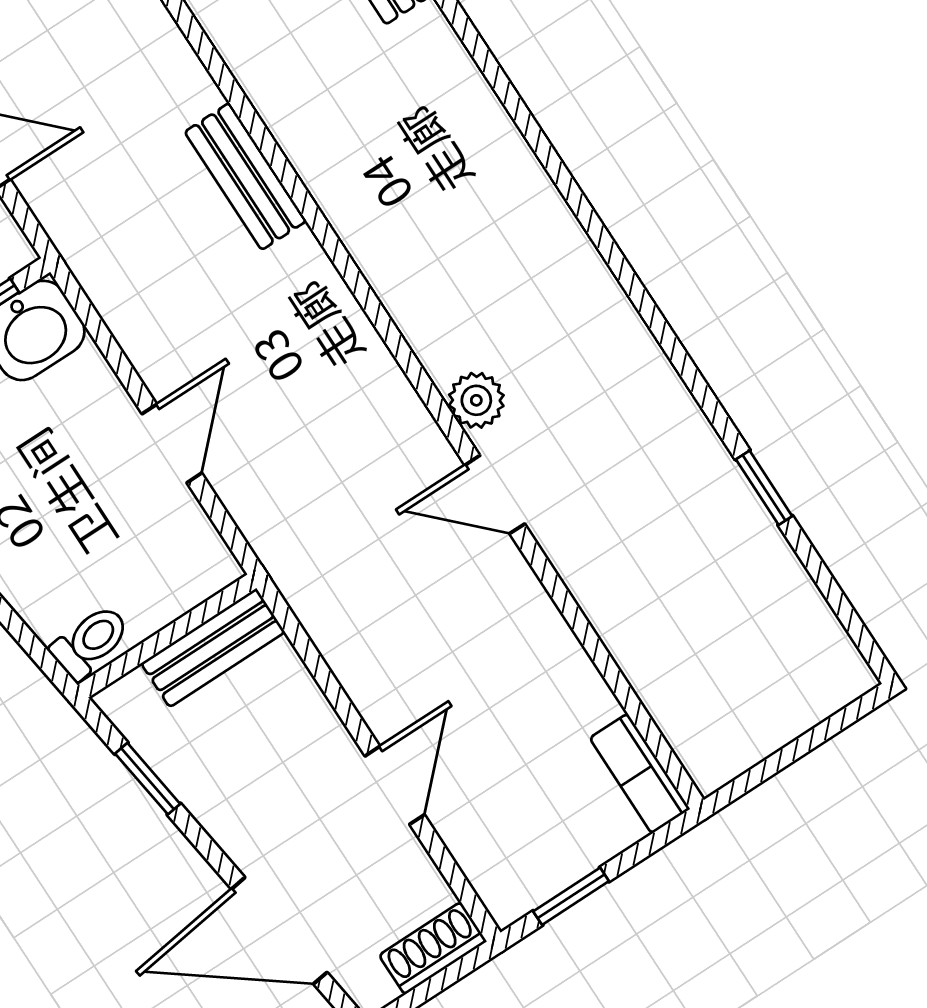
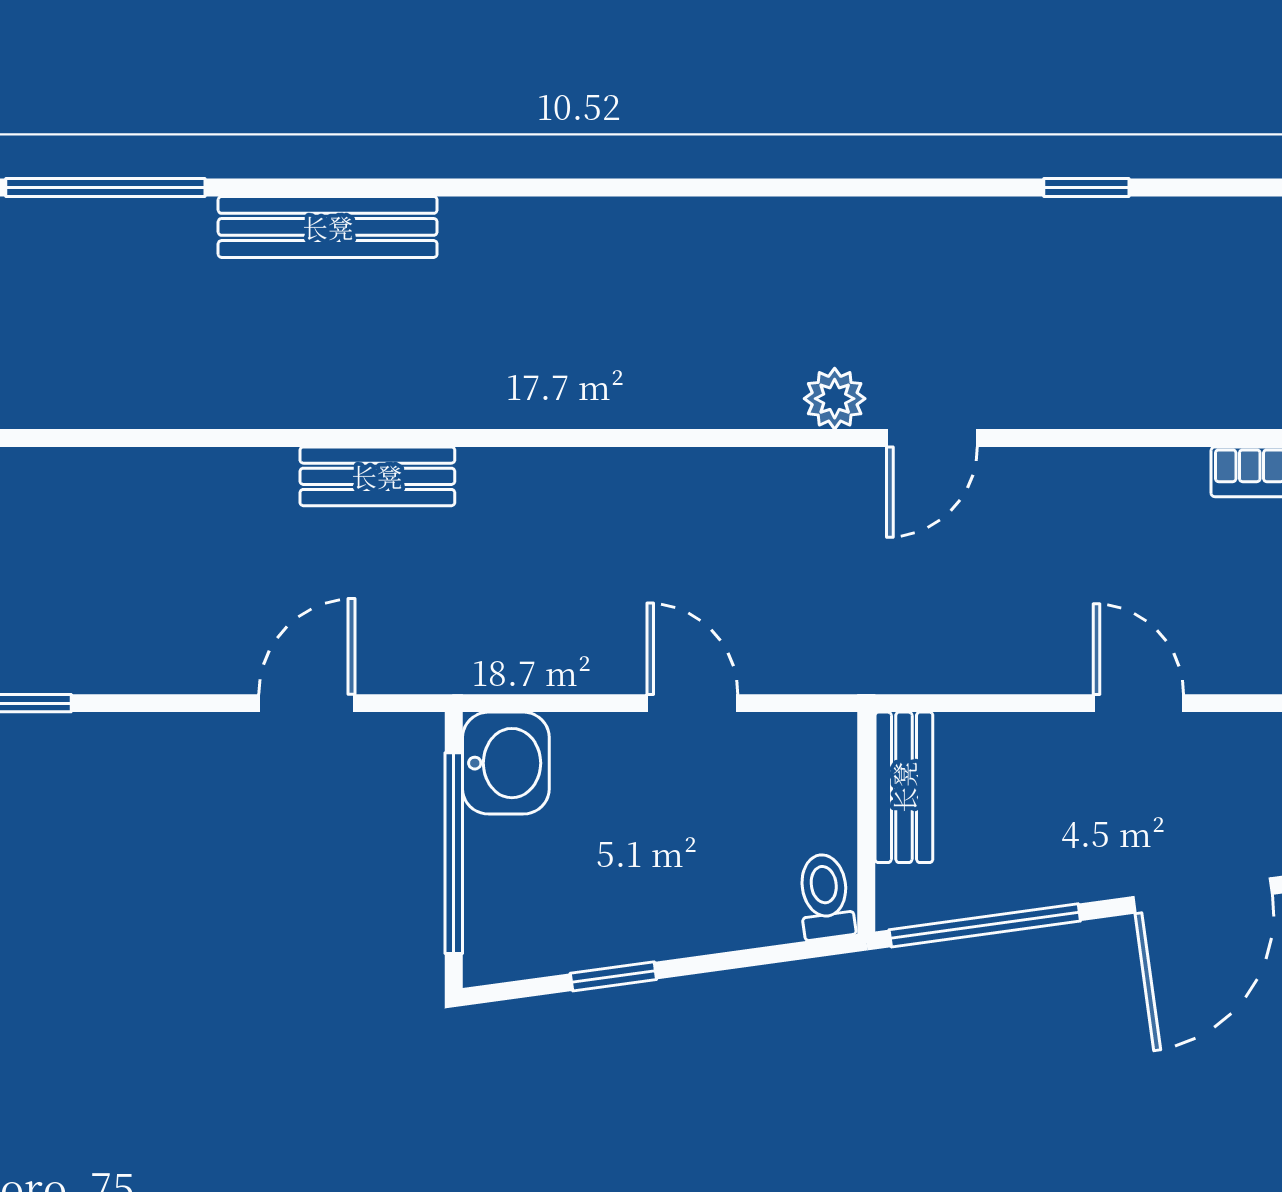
bench: (246, 176) -> (377, 476), moved
window: (148, 779) -> (985, 925), width x2.17

